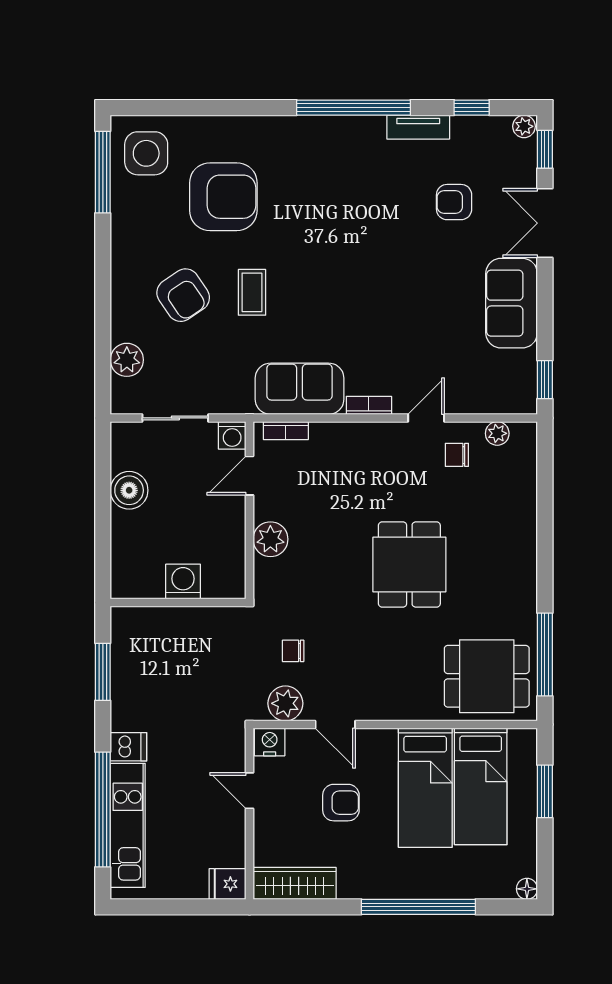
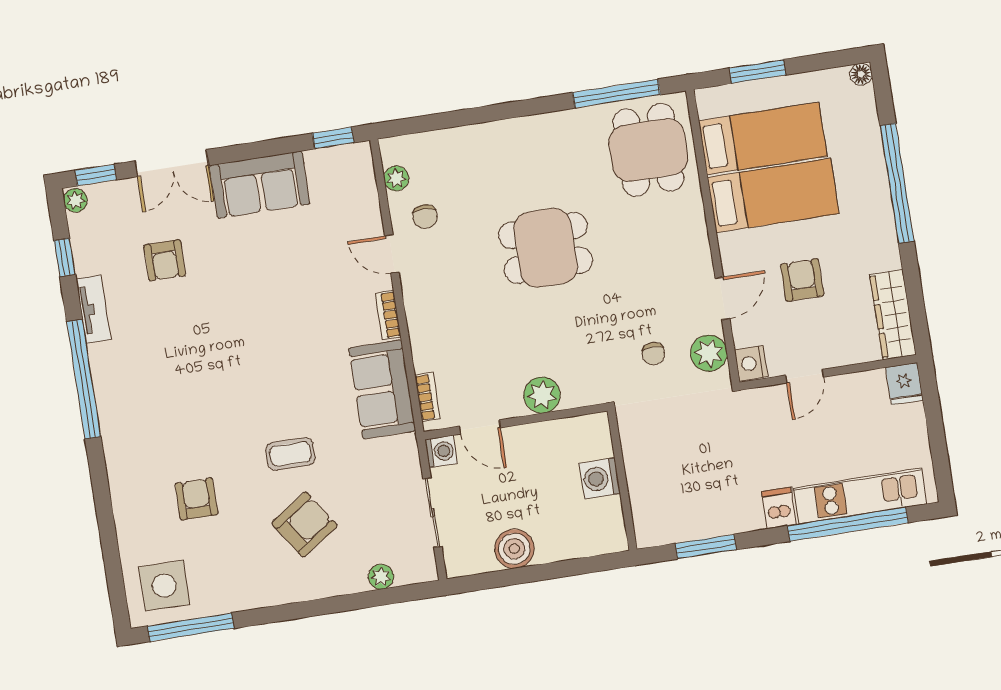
armchair: (223, 197) -> (197, 499), width x0.53, depth x0.53
plant: (127, 360) -> (381, 577), width x0.73, depth x0.73

